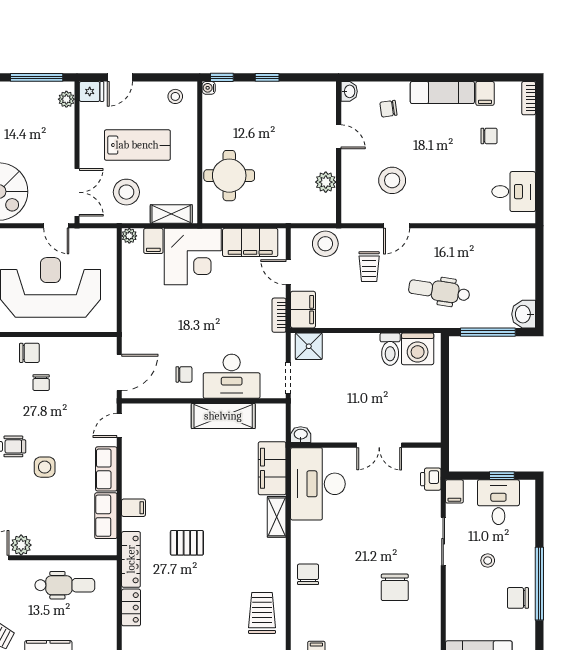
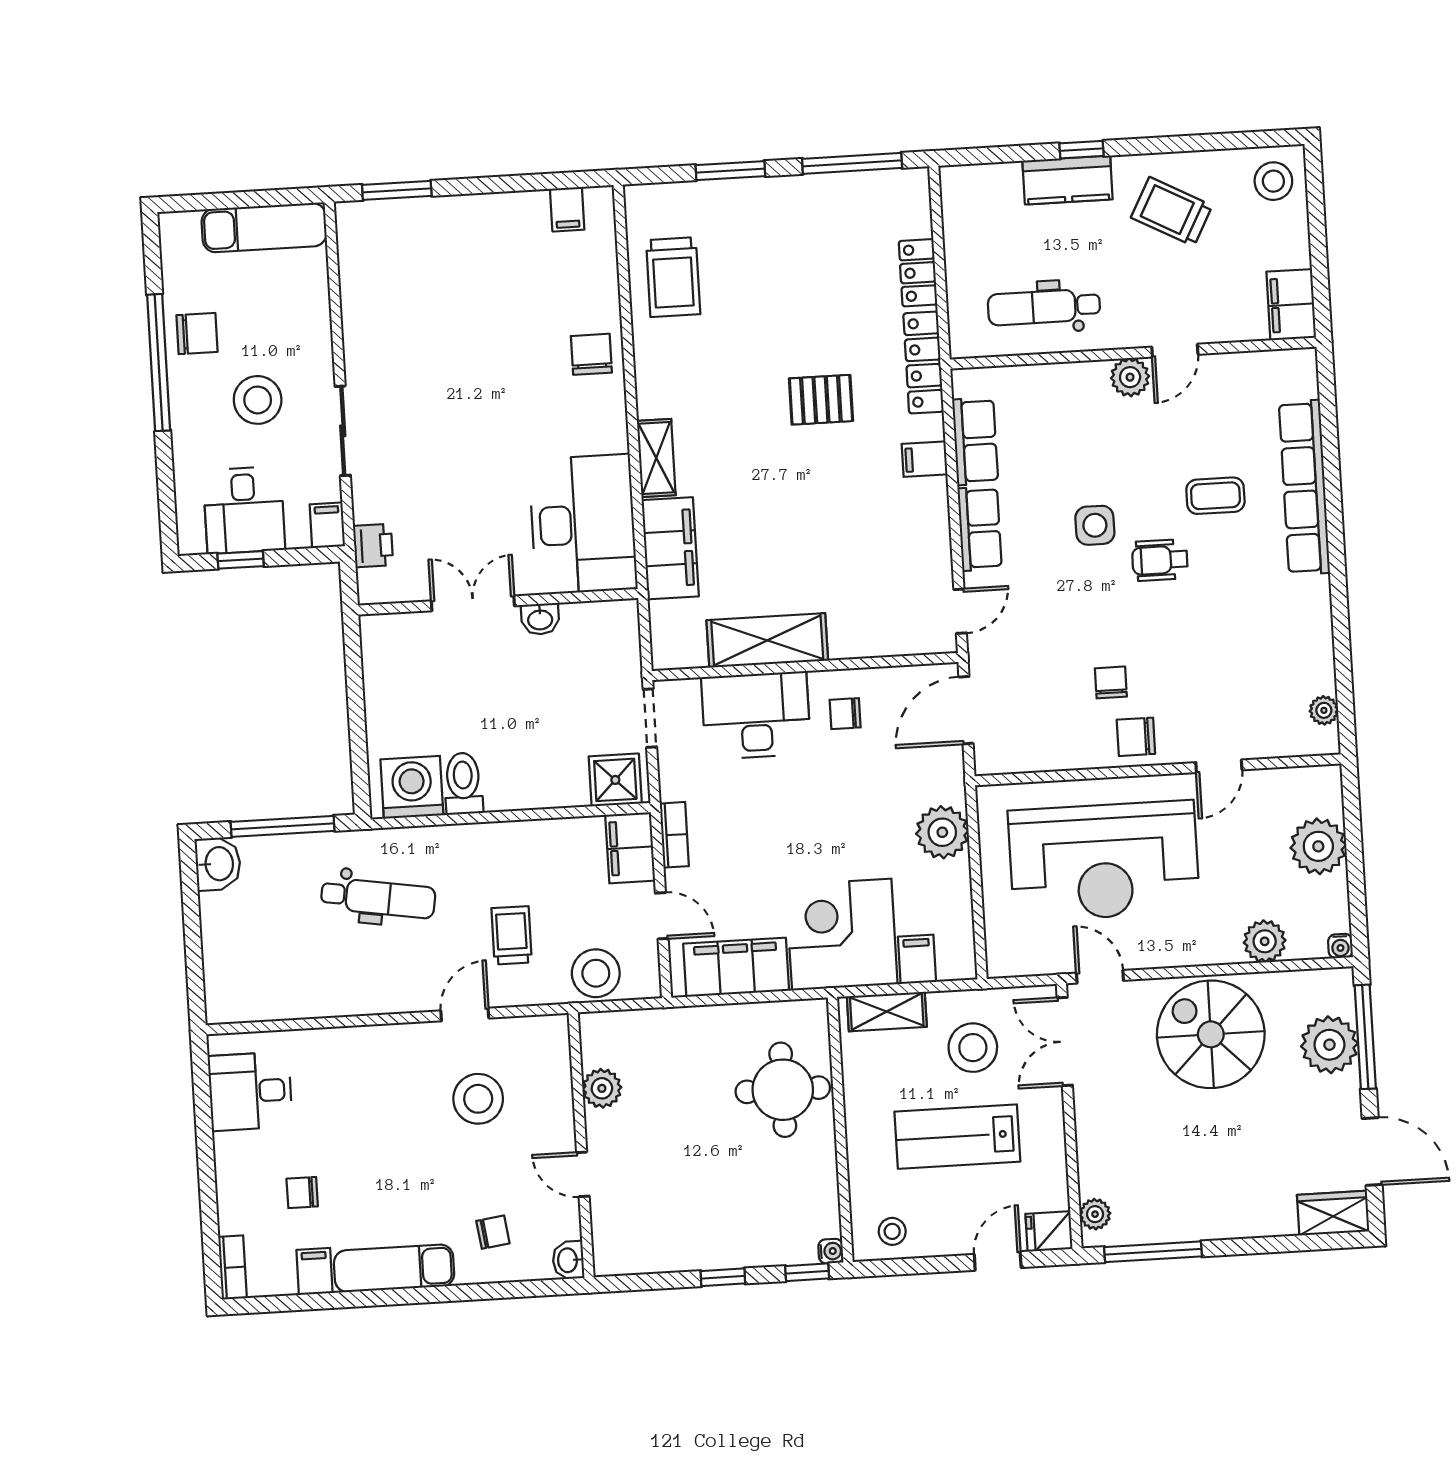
plant: (129, 236) -> (942, 832), moved, width x1.88, depth x1.88
washbasin: (301, 435) -> (540, 619), moved
stool: (488, 561) -> (258, 400), width x1.89, depth x1.89
chair: (308, 574) -> (591, 354), turned 180
chair: (395, 587) -> (428, 340), removed

